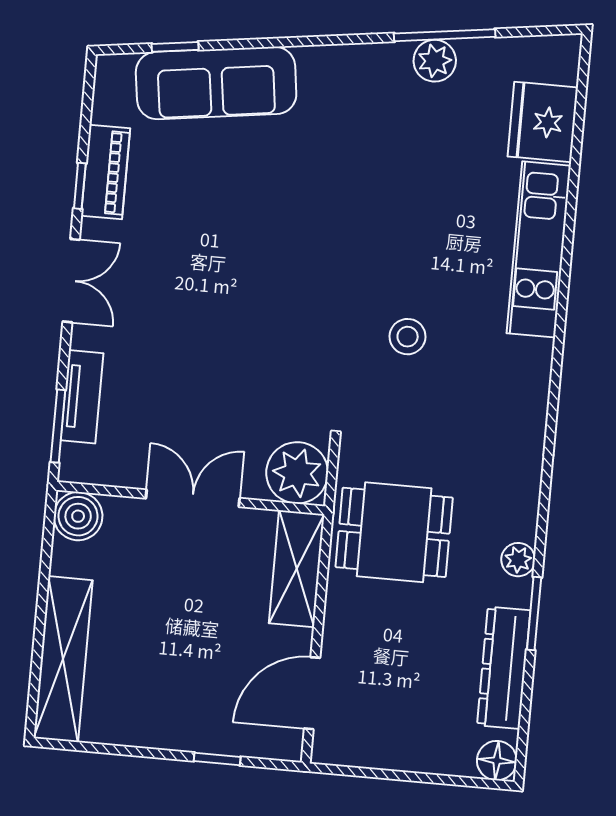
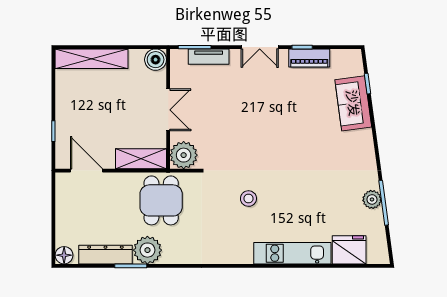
sofa: (216, 83) -> (353, 103), width x0.73
plant: (518, 560) -> (147, 250), width x1.87, depth x1.87

